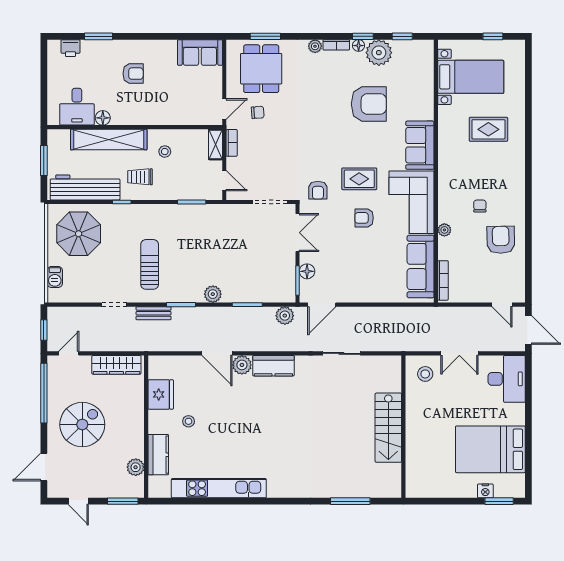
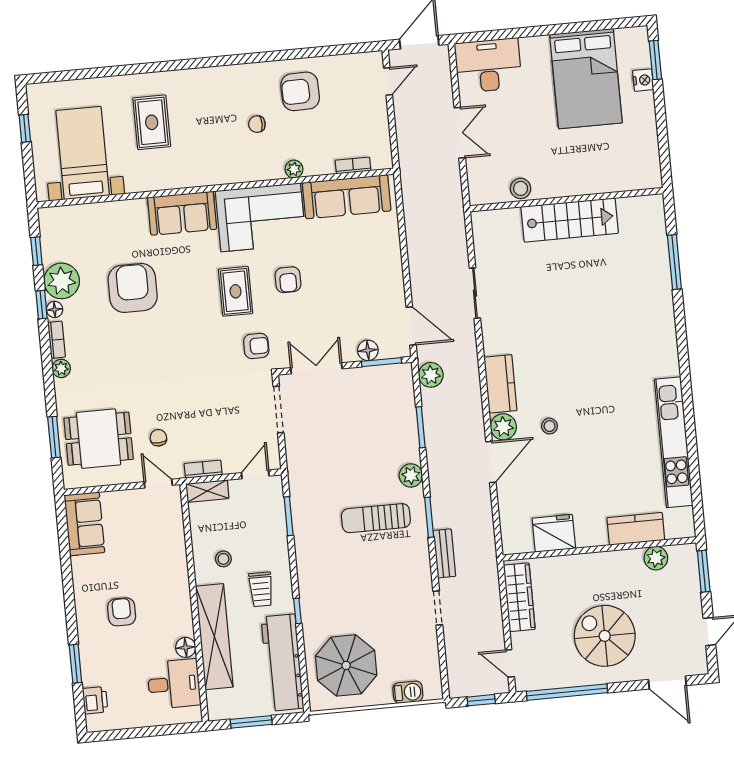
sun lounger: (150, 264) -> (376, 518), moved
bookcase: (443, 280) -> (353, 166), width x0.64
stool: (425, 374) -> (521, 188), moved
stool: (189, 421) -> (550, 426), moved

